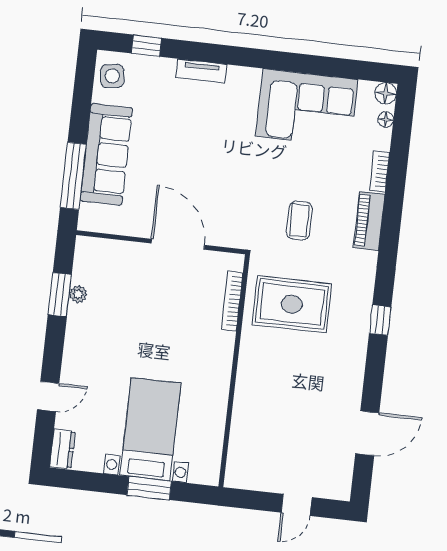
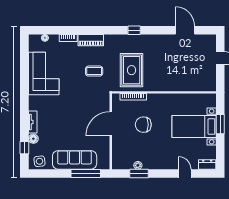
floor lamp: (386, 93) -> (33, 139), moved
chair: (168, 317) -> (143, 125), added

